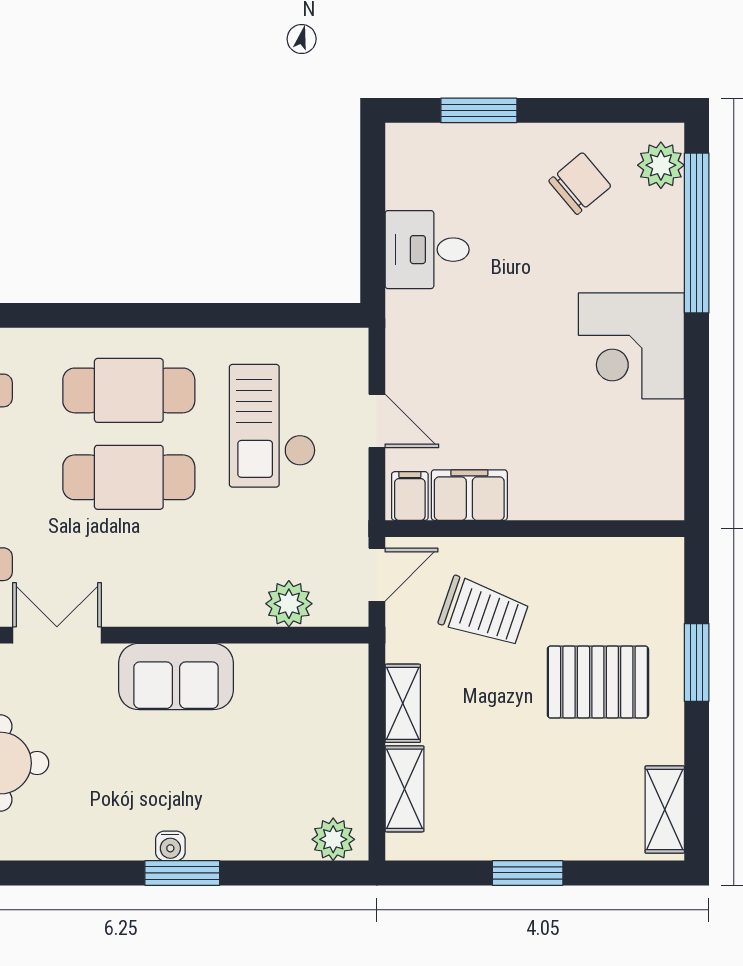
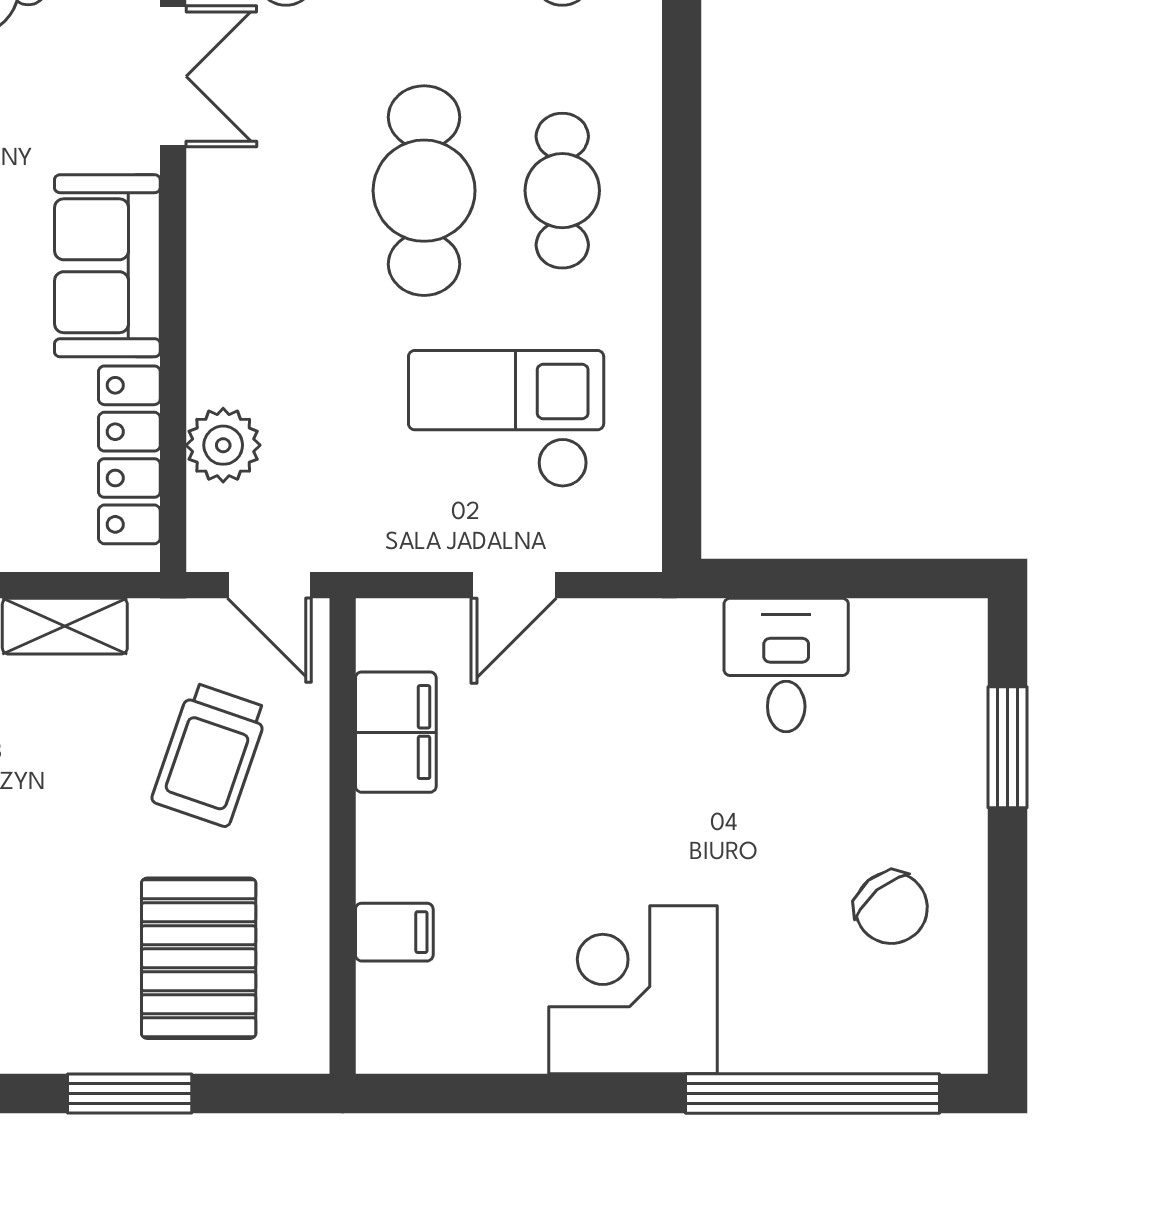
plant: (661, 165) -> (920, 1037), removed
cafe table: (129, 390) -> (562, 191), width x0.73, depth x0.74
filing cabinet: (410, 496) -> (394, 932), moved
locker: (295, 663) -> (129, 455), added
pallet: (598, 682) -> (199, 958), moved

